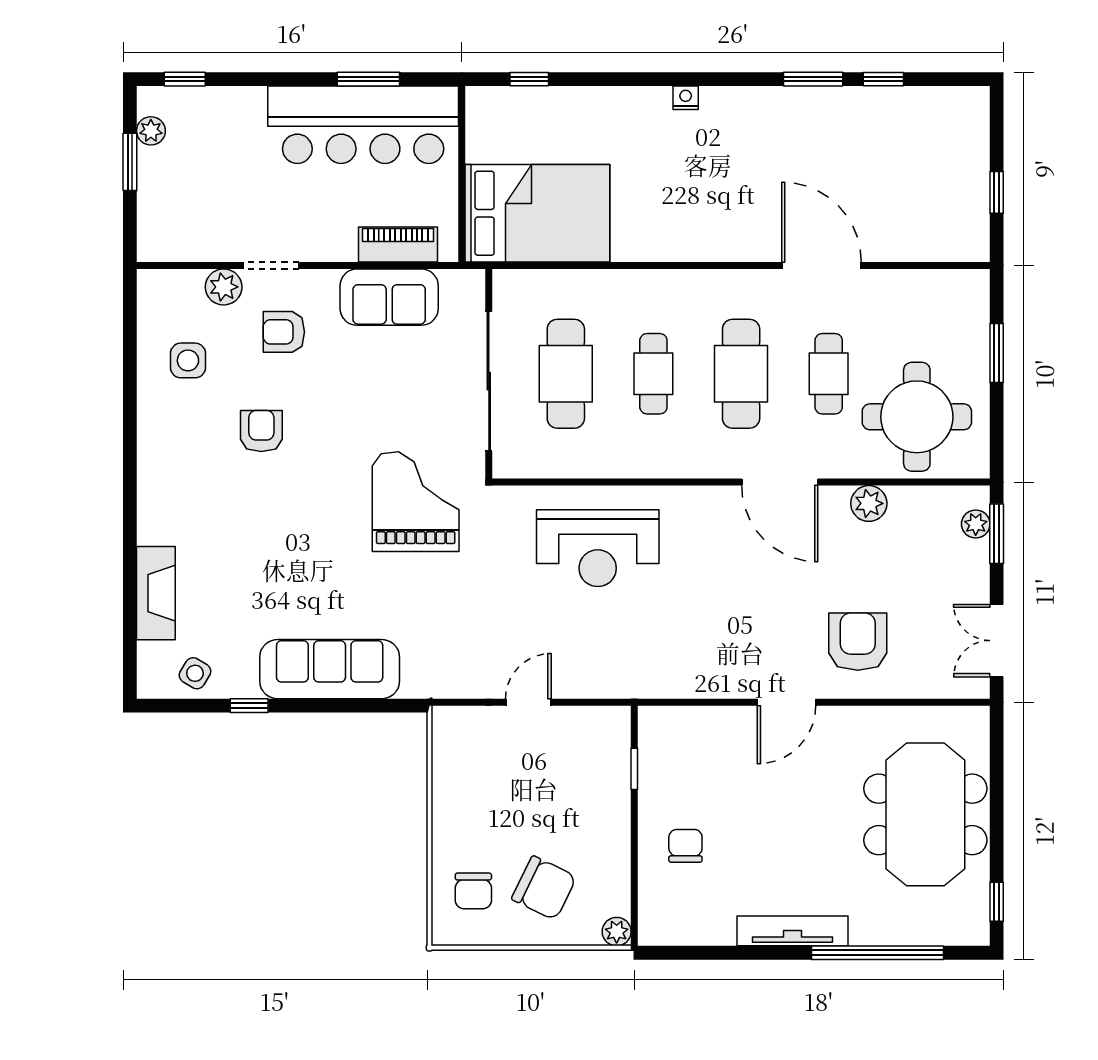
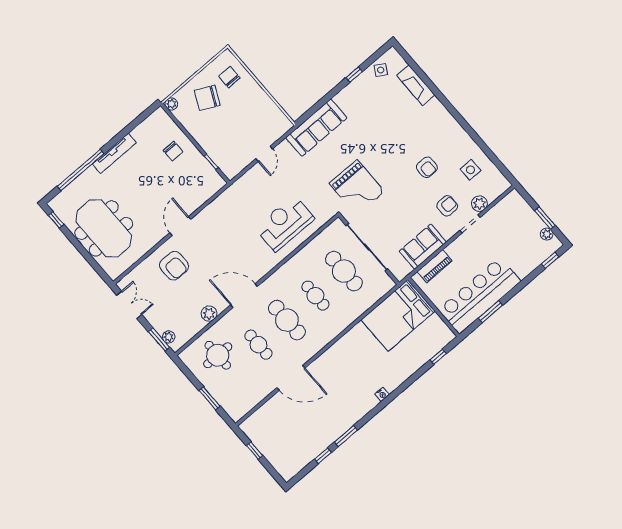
round table: (917, 417) -> (218, 355), width x0.73, depth x0.73
sofa: (330, 669) -> (316, 128), moved

